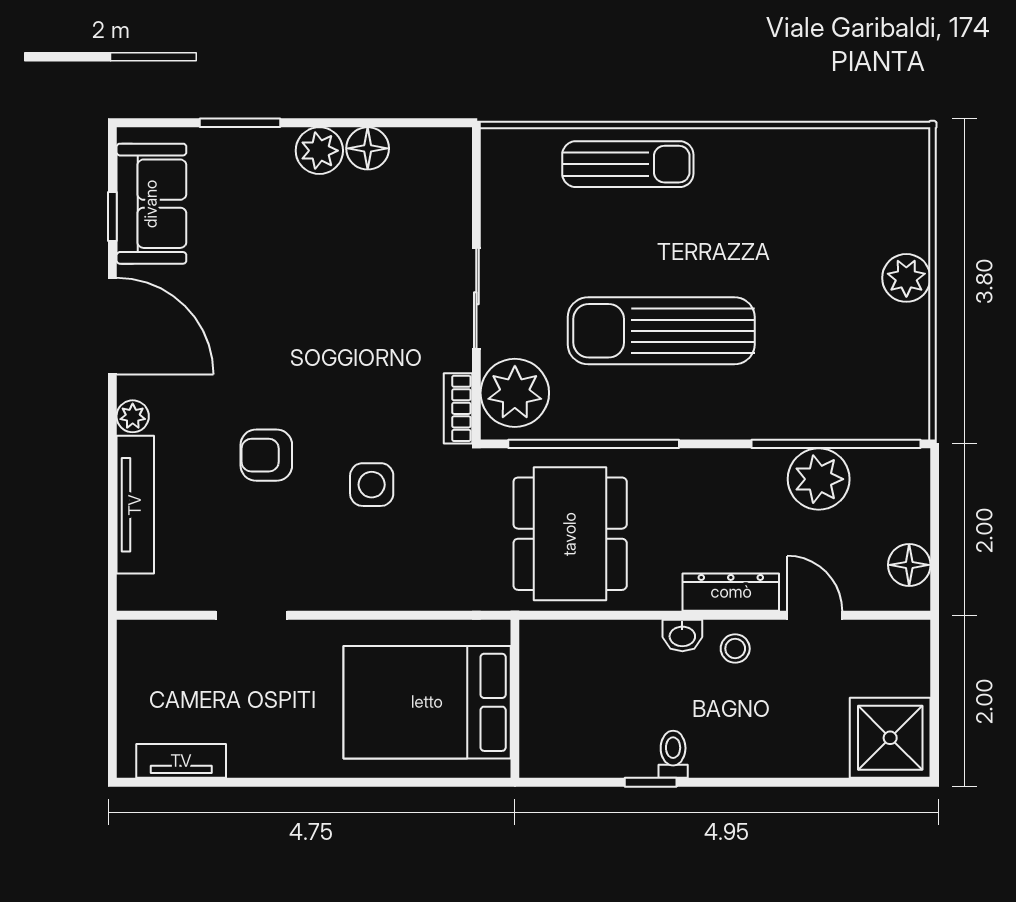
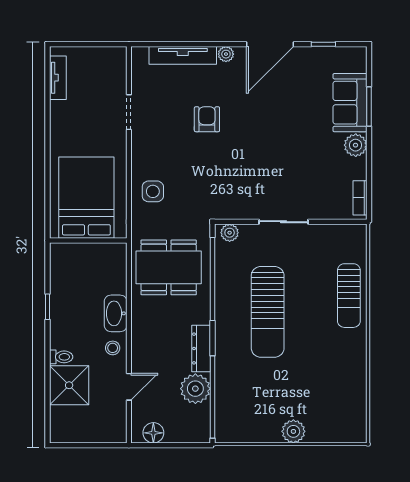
floor lamp: (368, 148) -> (357, 169), removed
sofa: (151, 204) -> (350, 103), moved, turned 90
sun lounger: (661, 331) -> (268, 312), turned 180
plant: (515, 393) -> (230, 233), width x0.53, depth x0.53
bookcase: (458, 408) -> (360, 198), moved, turned -90
side table: (372, 485) -> (153, 191), moved
dresser: (731, 592) -> (201, 349), moved, turned 180
washbasin: (682, 635) -> (116, 313), width x1.91, depth x1.45
shower: (890, 738) -> (69, 385), moved
toilet: (673, 754) -> (61, 357), moved

